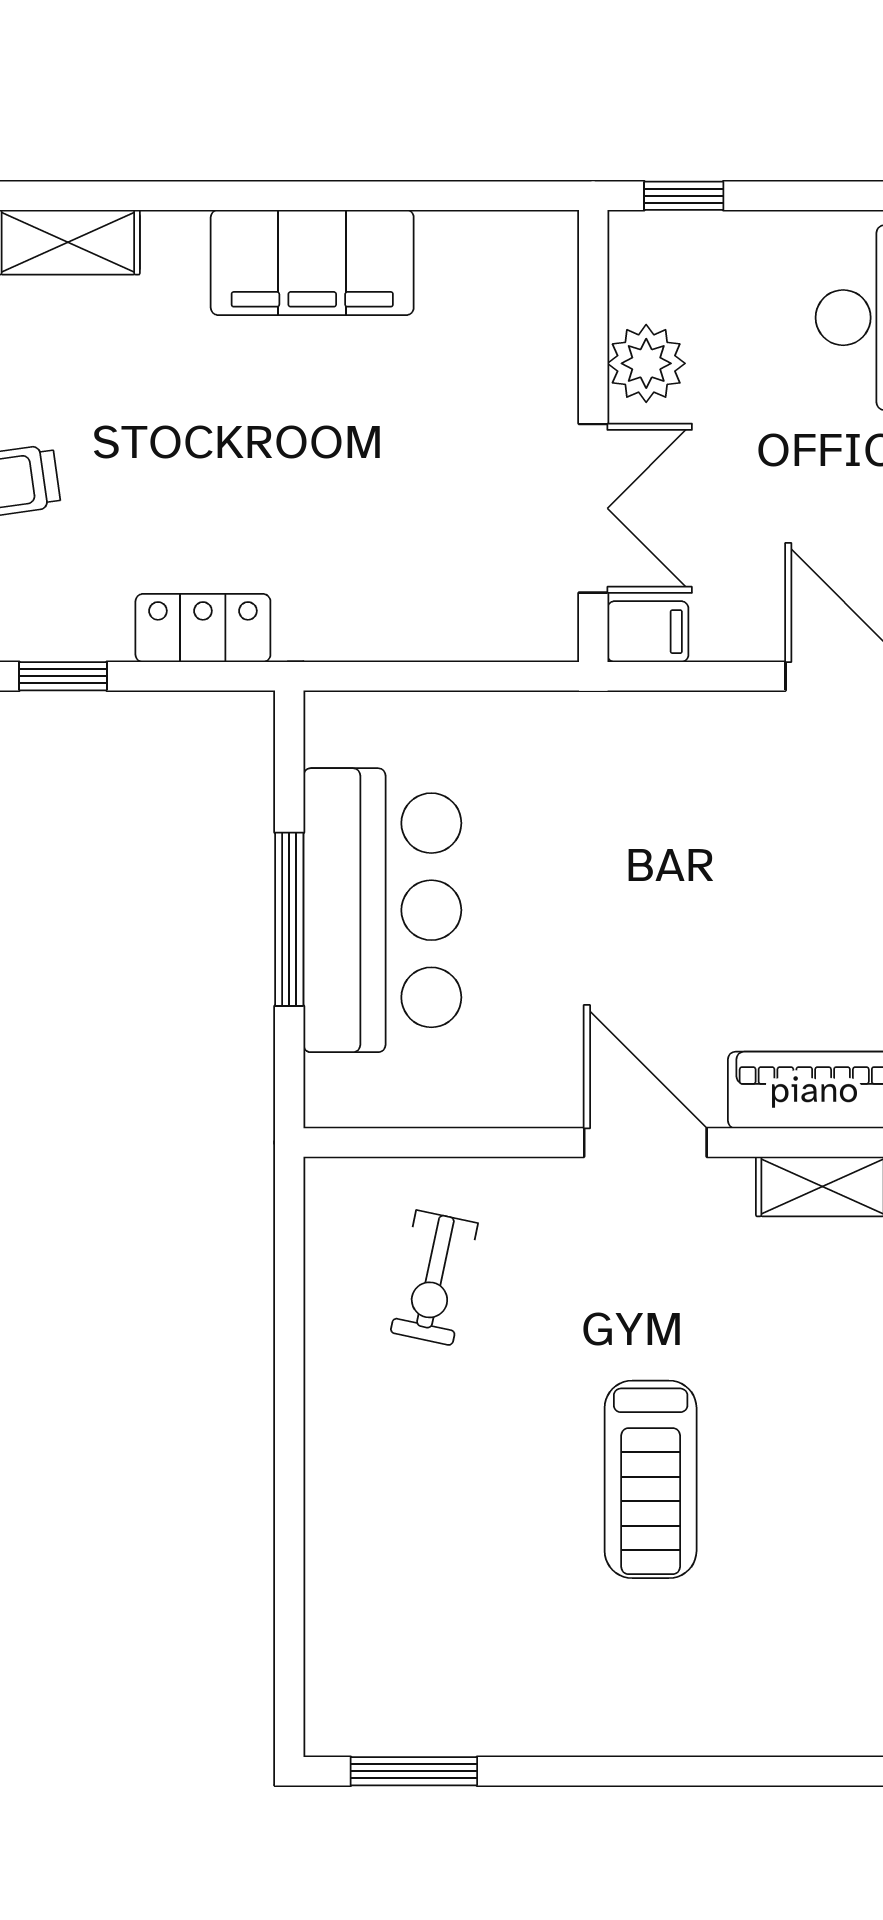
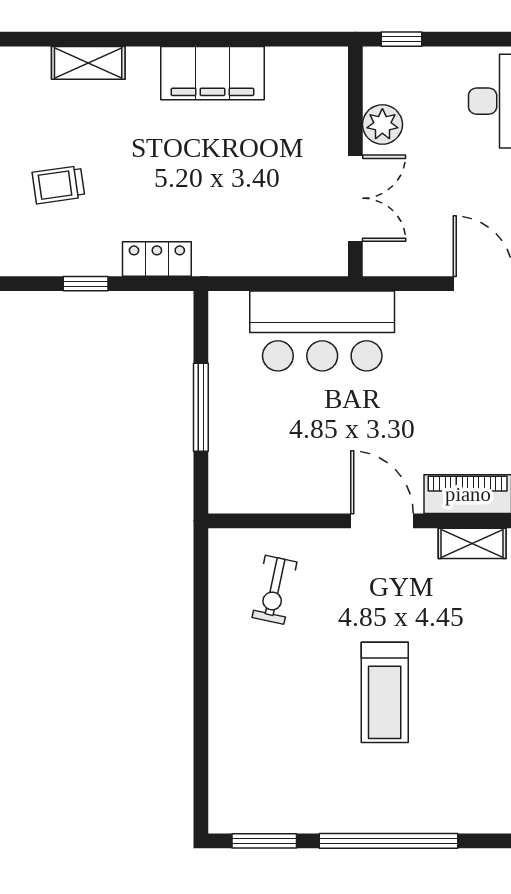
filing cabinet: (648, 632) -> (383, 261), removed
bar counter: (382, 910) -> (322, 331), moved, turned 90
window: (658, 1771) -> (388, 841), added

